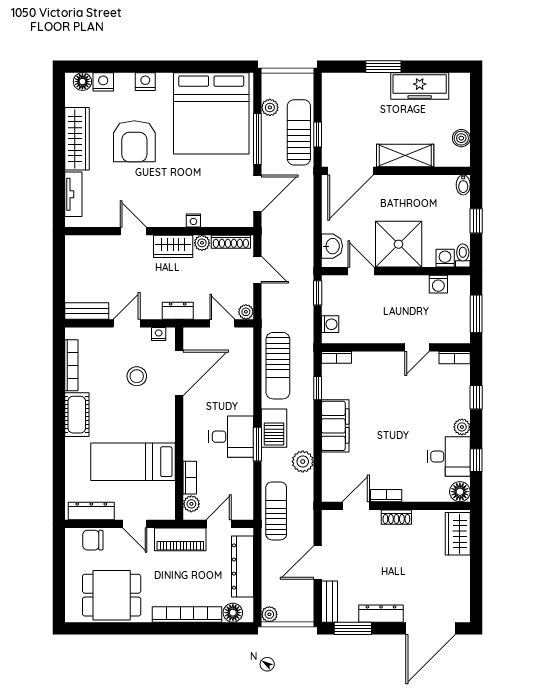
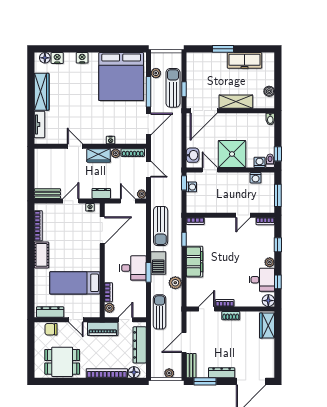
armchair: (134, 141) -> (76, 93), removed
window: (476, 221) -> (278, 154), moved
washing machine: (330, 324) -> (191, 187), moved
stool: (137, 376) -> (77, 232), removed
plant: (269, 614) -> (169, 373), moved

